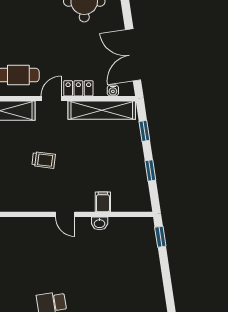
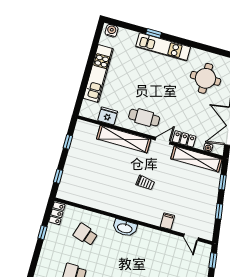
filing cabinet: (103, 202) -> (167, 221), moved
door: (65, 214) -> (191, 237), moved
washbasin: (100, 223) -> (125, 228), moved, width x1.91, depth x1.45

